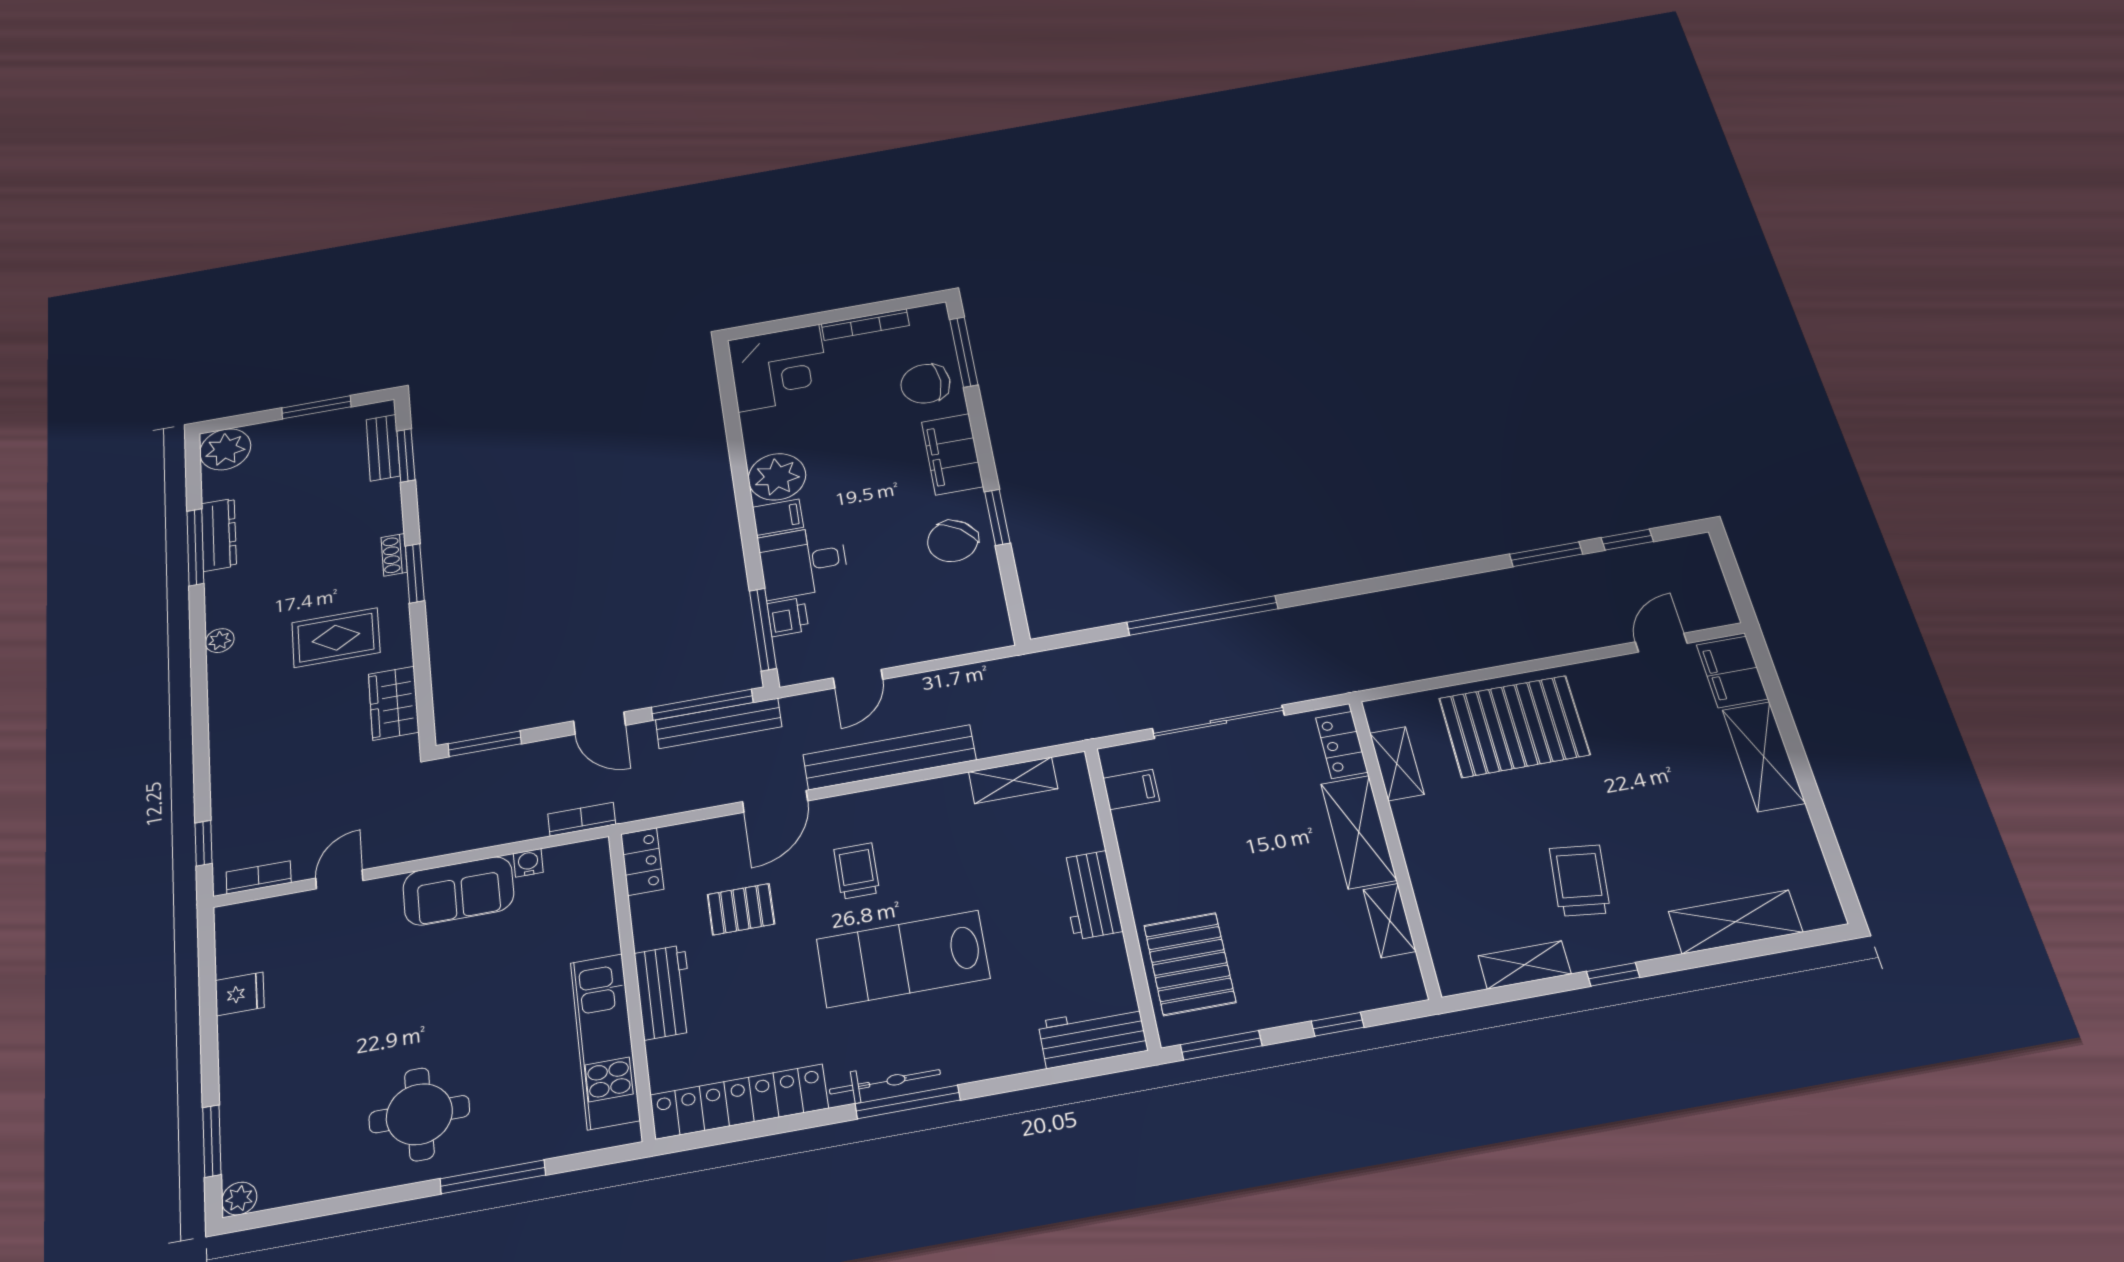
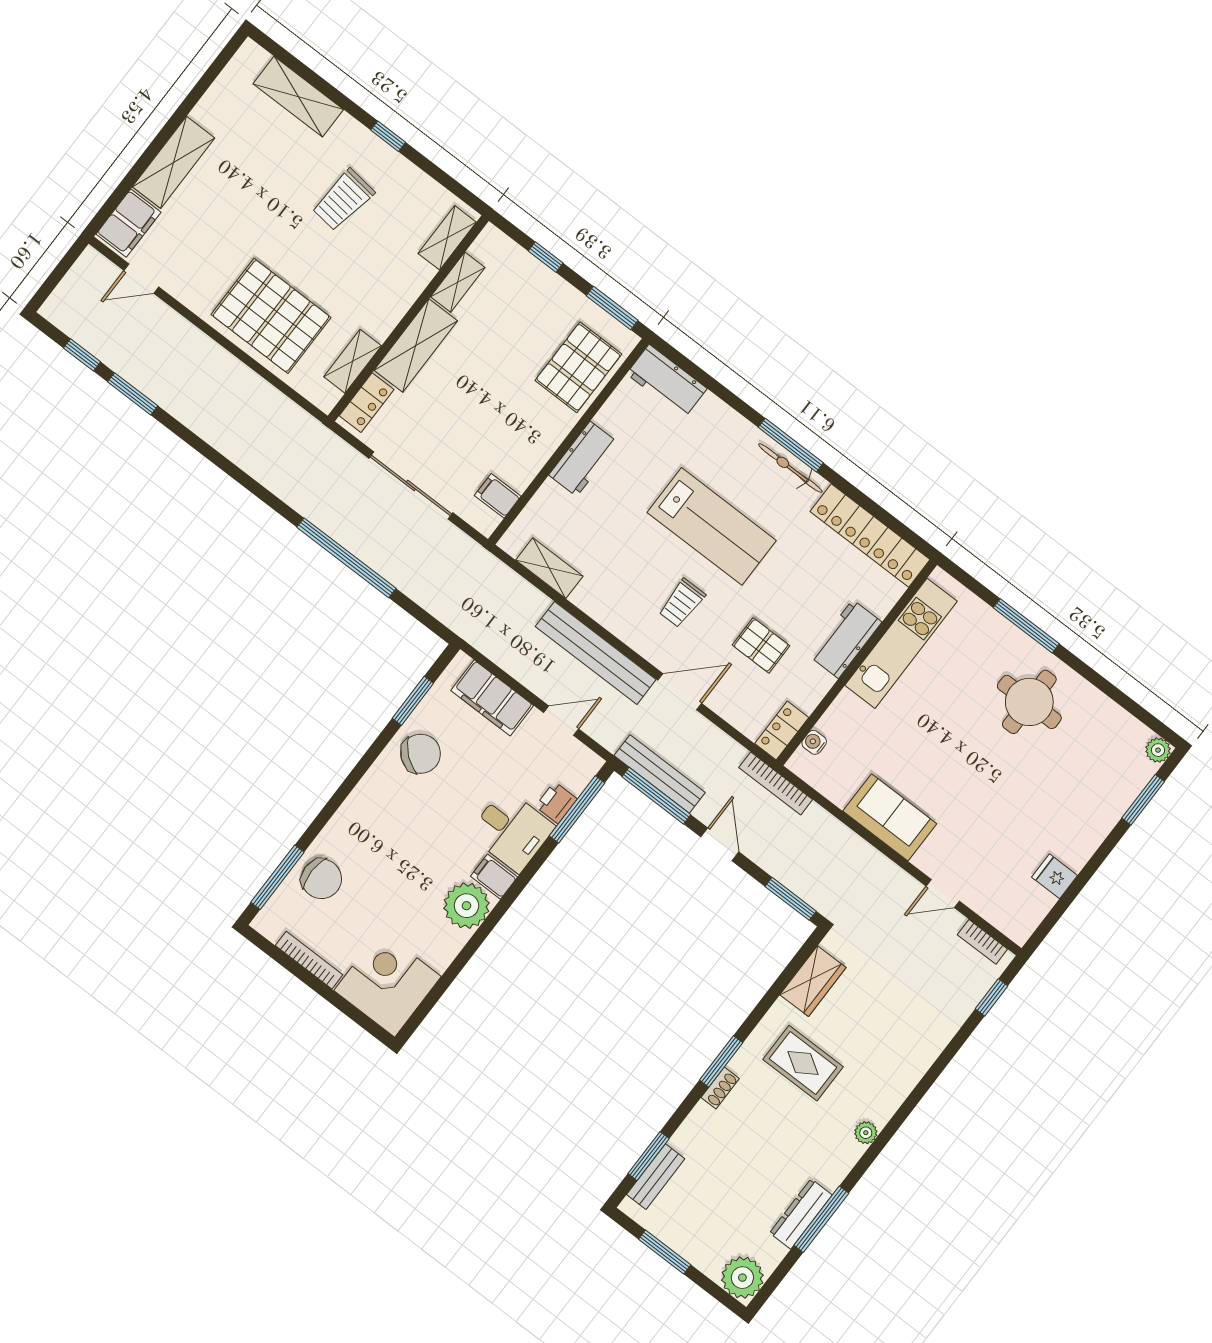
filing cabinet: (952, 454) -> (492, 698), moved, turned 90
window: (997, 517) -> (413, 701), moved
bookcase: (582, 819) -> (776, 784), width x1.56
water cooler: (528, 863) -> (814, 742), moved, turned 90
shelving: (1525, 965) -> (447, 238), moved, turned 90

